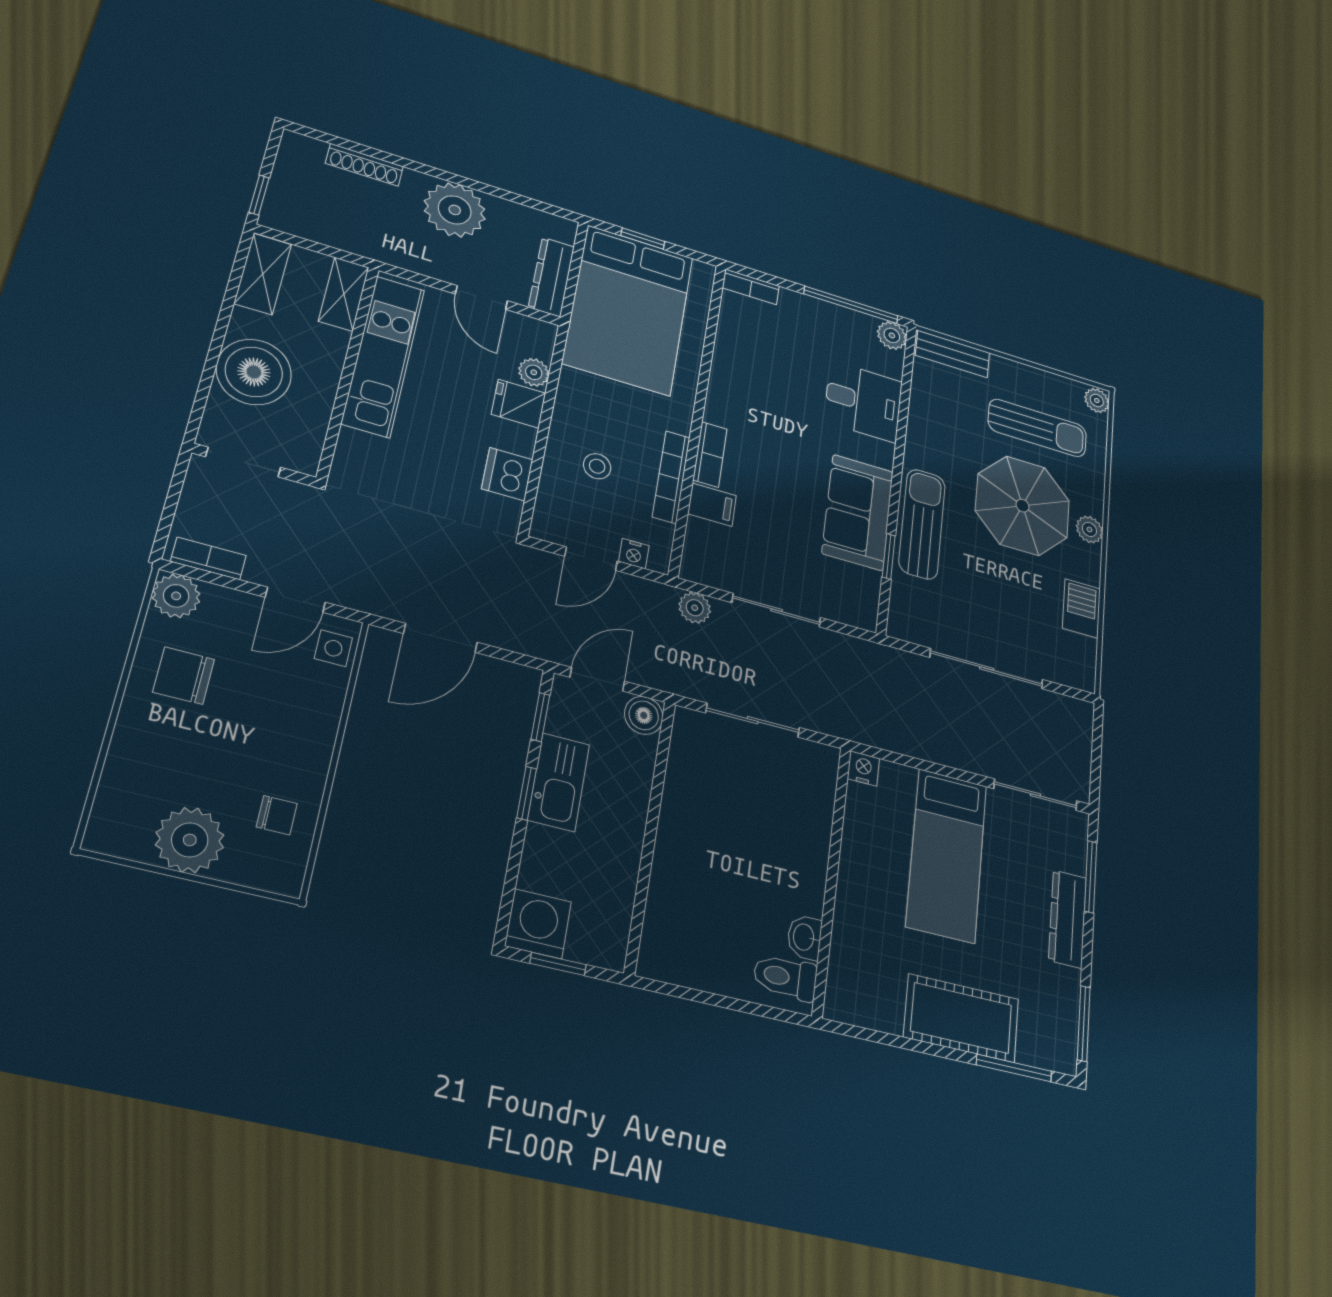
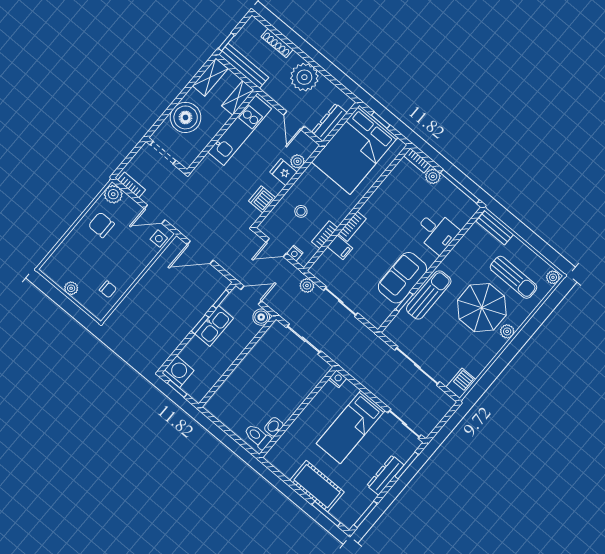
bench: (321, 229) -> (244, 66), added
plant: (892, 335) -> (433, 176), moved
bookcase: (671, 477) -> (325, 235), width x0.64
barbecue: (1081, 608) -> (461, 383), moved
plant: (190, 840) -> (71, 288), width x0.53, depth x0.53

